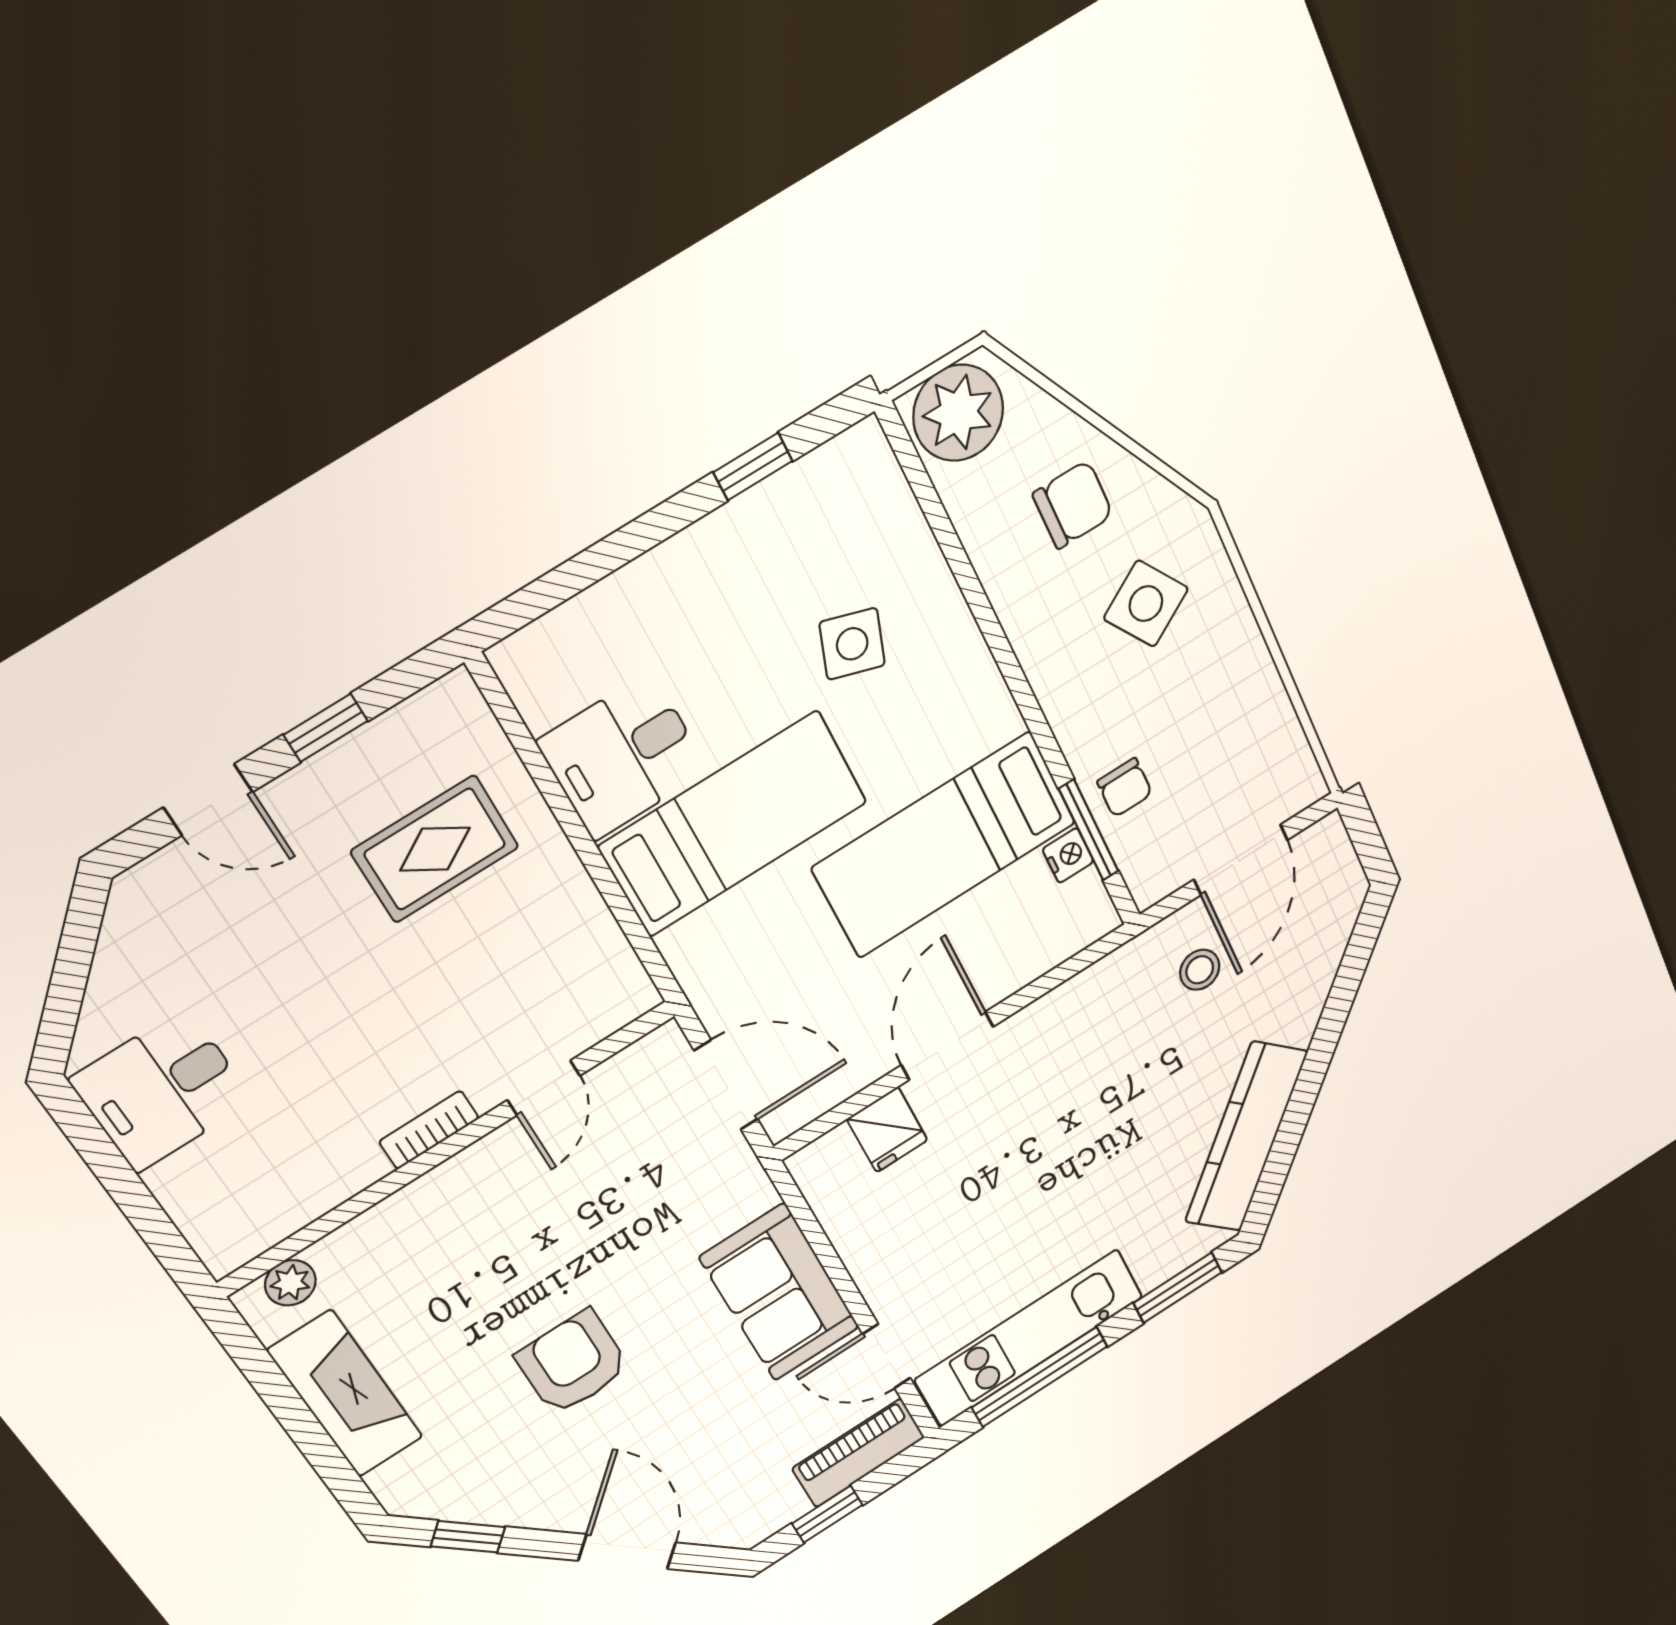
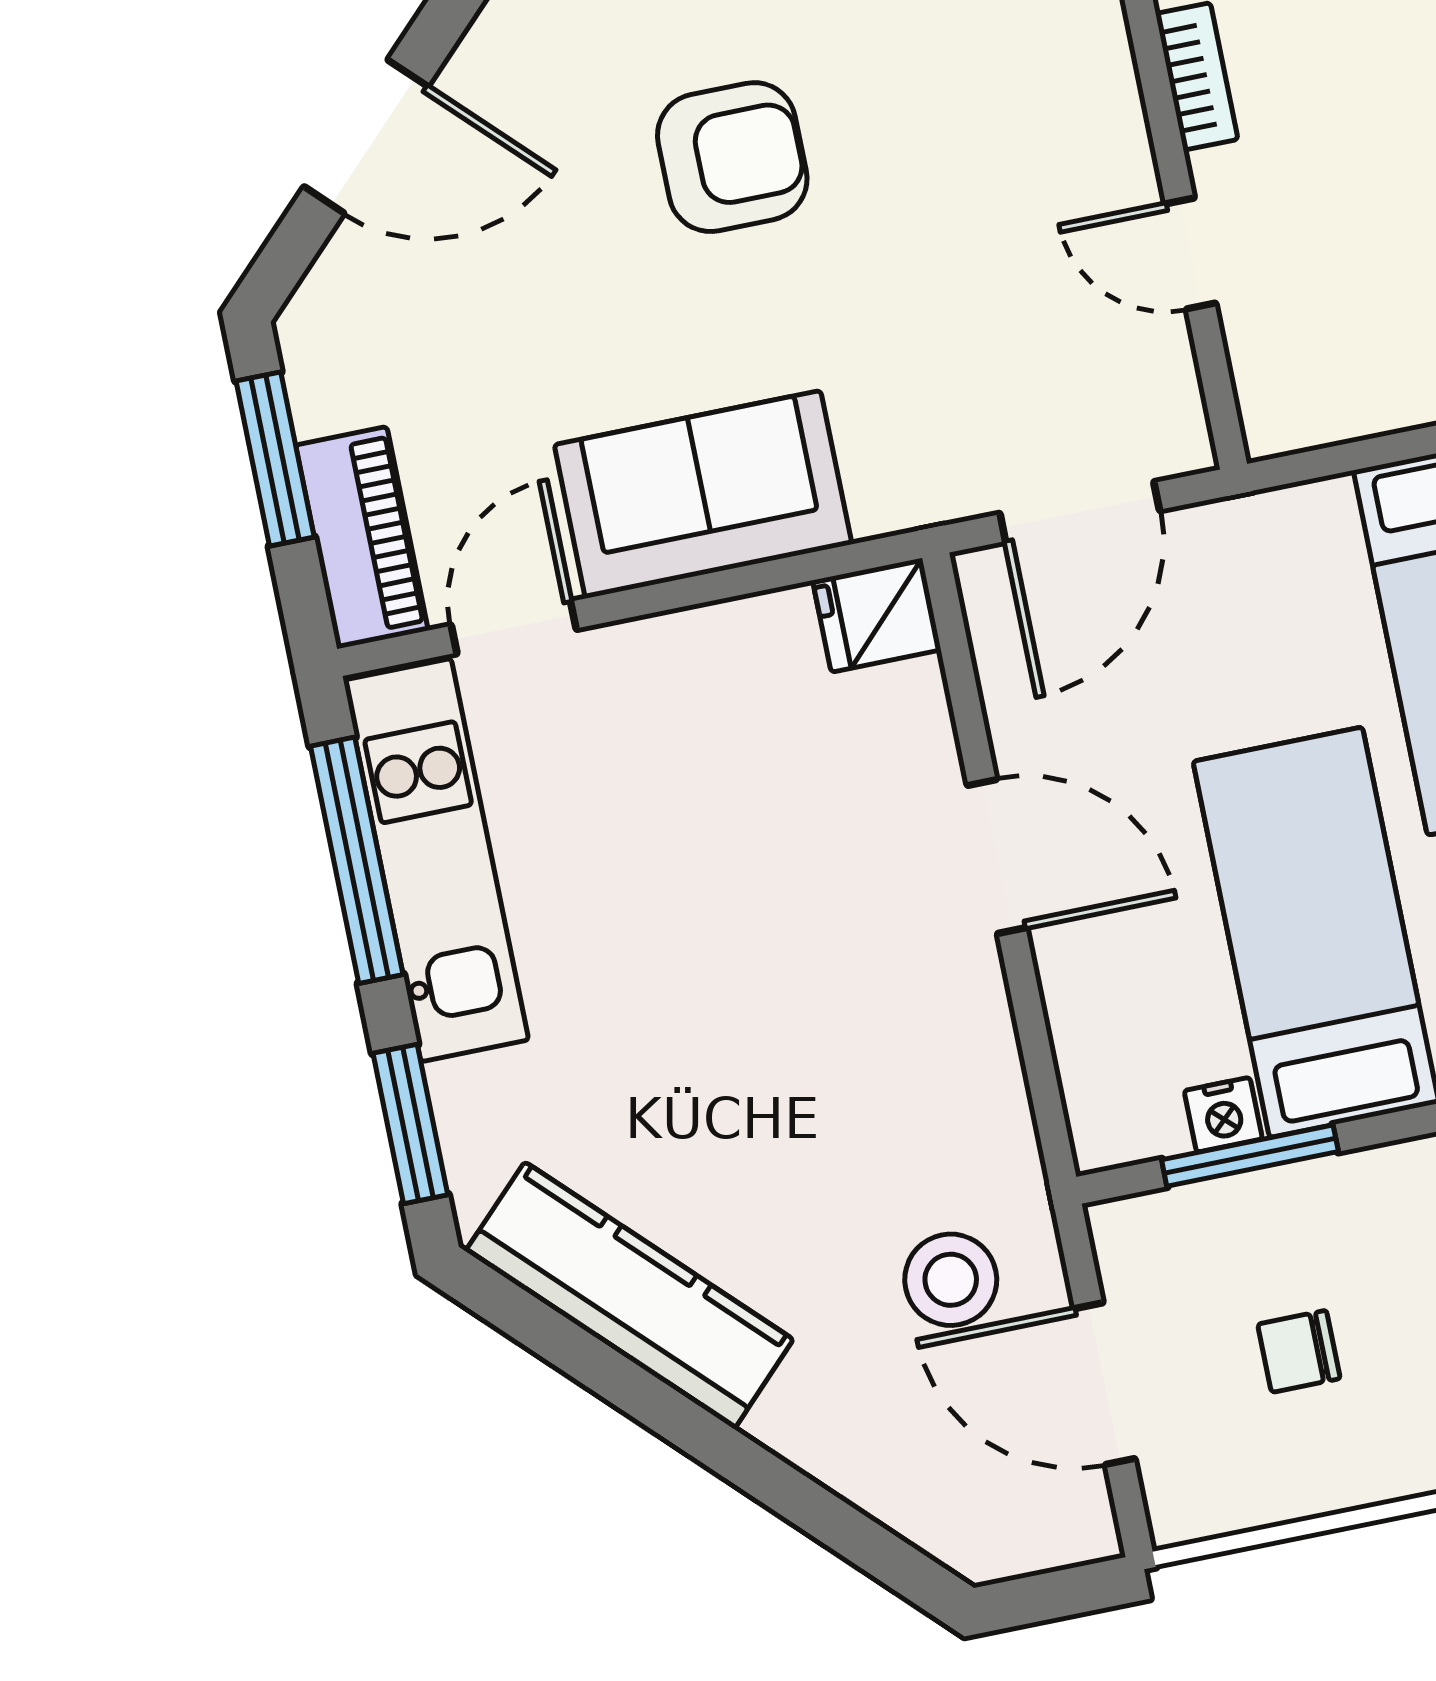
chair: (1125, 788) -> (1299, 1351), moved
stool: (1200, 970) -> (951, 1280), width x1.37, depth x1.37
fridge: (887, 1130) -> (877, 615), moved
window: (827, 1514) -> (275, 459), width x1.50

